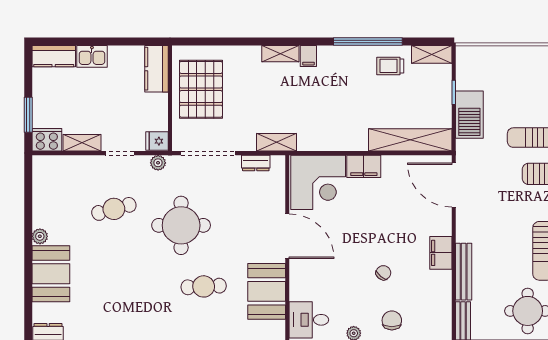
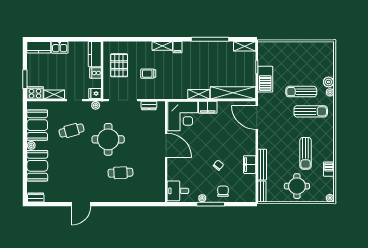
trolley: (390, 66) -> (148, 74), moved
pallet: (201, 89) -> (119, 65), width x0.73, depth x0.71
cooker: (158, 103) -> (96, 73), added
shelving: (276, 142) -> (199, 94), moved
filing cabinet: (441, 253) -> (250, 165), moved
booth: (267, 291) -> (37, 125), moved

